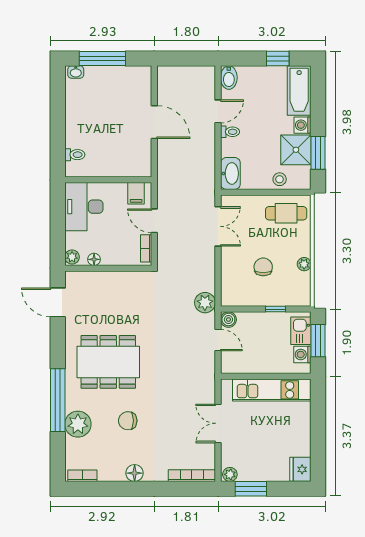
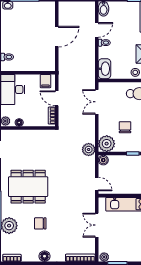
door: (154, 122) -> (57, 37), hinge flipped
double door: (218, 226) -> (97, 102), swing flipped
plant: (234, 293) -> (107, 144), added
door: (218, 340) -> (97, 184), moved

